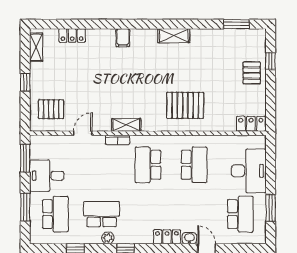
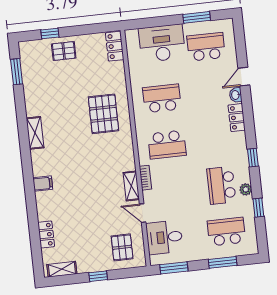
shelving: (126, 125) -> (131, 186), moved
desk: (47, 176) -> (164, 237), moved, turned 90
plant: (108, 238) -> (246, 189), moved

